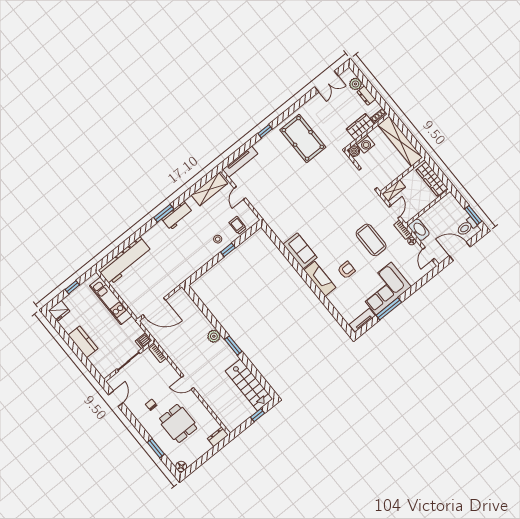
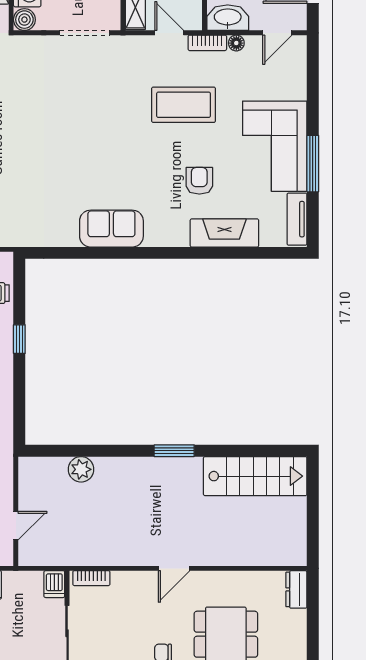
door: (429, 254) -> (277, 33), hinge flipped
fireplace: (320, 279) -> (224, 233), moved
door: (154, 307) -> (16, 526), width x0.53
plant: (214, 336) -> (81, 469), moved
window: (257, 415) -> (313, 501), removed

